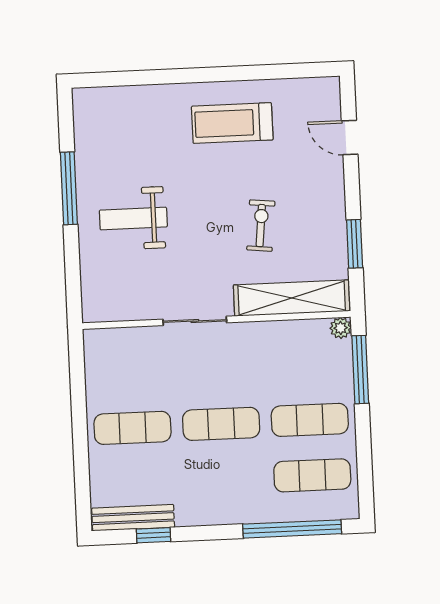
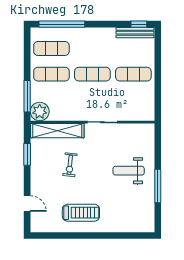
weight bench: (133, 219) -> (129, 171), turned 180
plant: (341, 328) -> (40, 112), width x1.88, depth x1.88
window: (154, 535) -> (139, 24), moved

